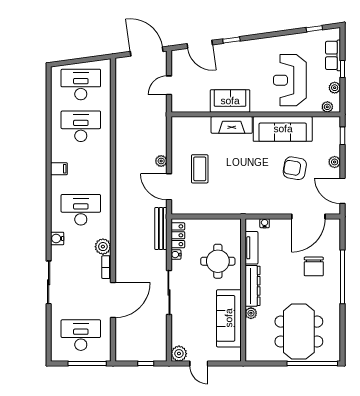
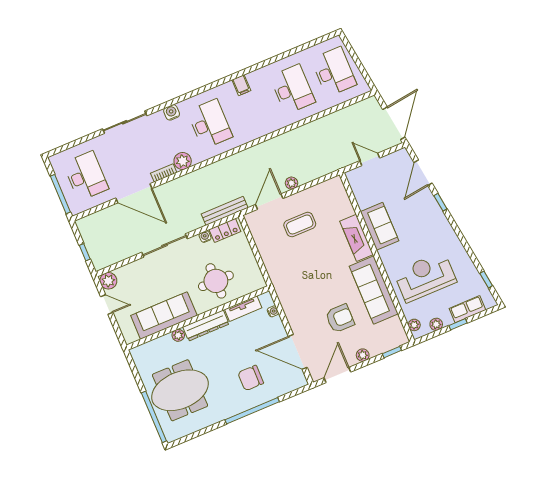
armchair: (295, 168) -> (340, 318), turned 80
door: (199, 364) -> (107, 305), swing flipped

